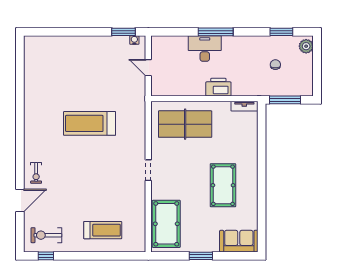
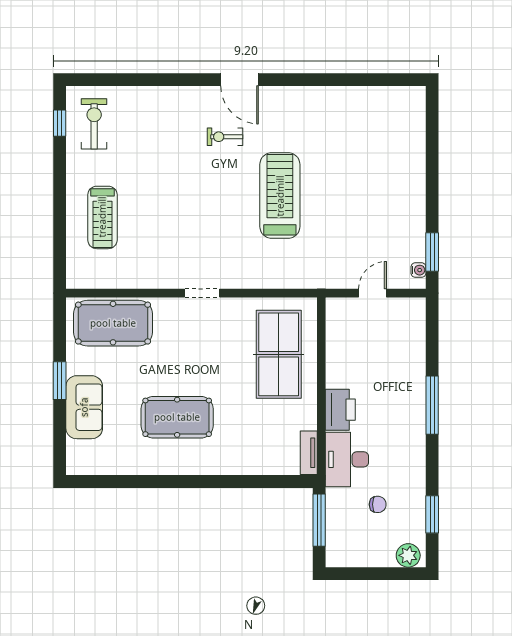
desk: (205, 49) -> (347, 459), moved, turned 180
exercise bike: (36, 173) -> (225, 137), moved
door: (20, 201) -> (240, 80), moved
sofa: (239, 241) -> (84, 407), moved

